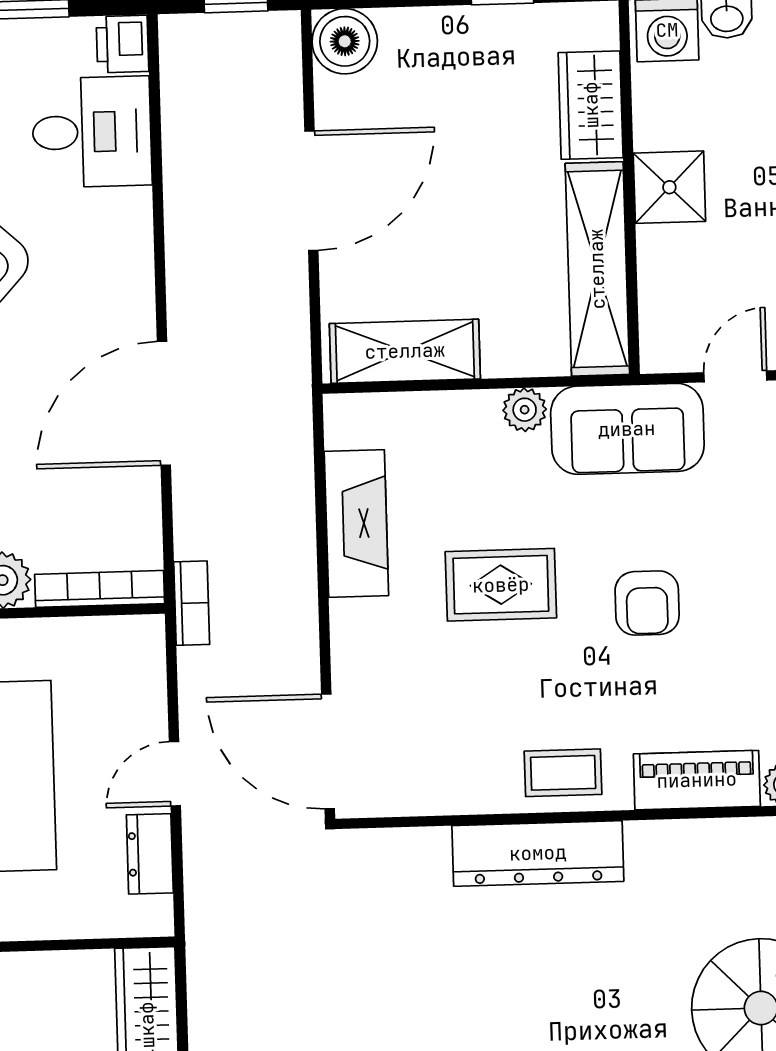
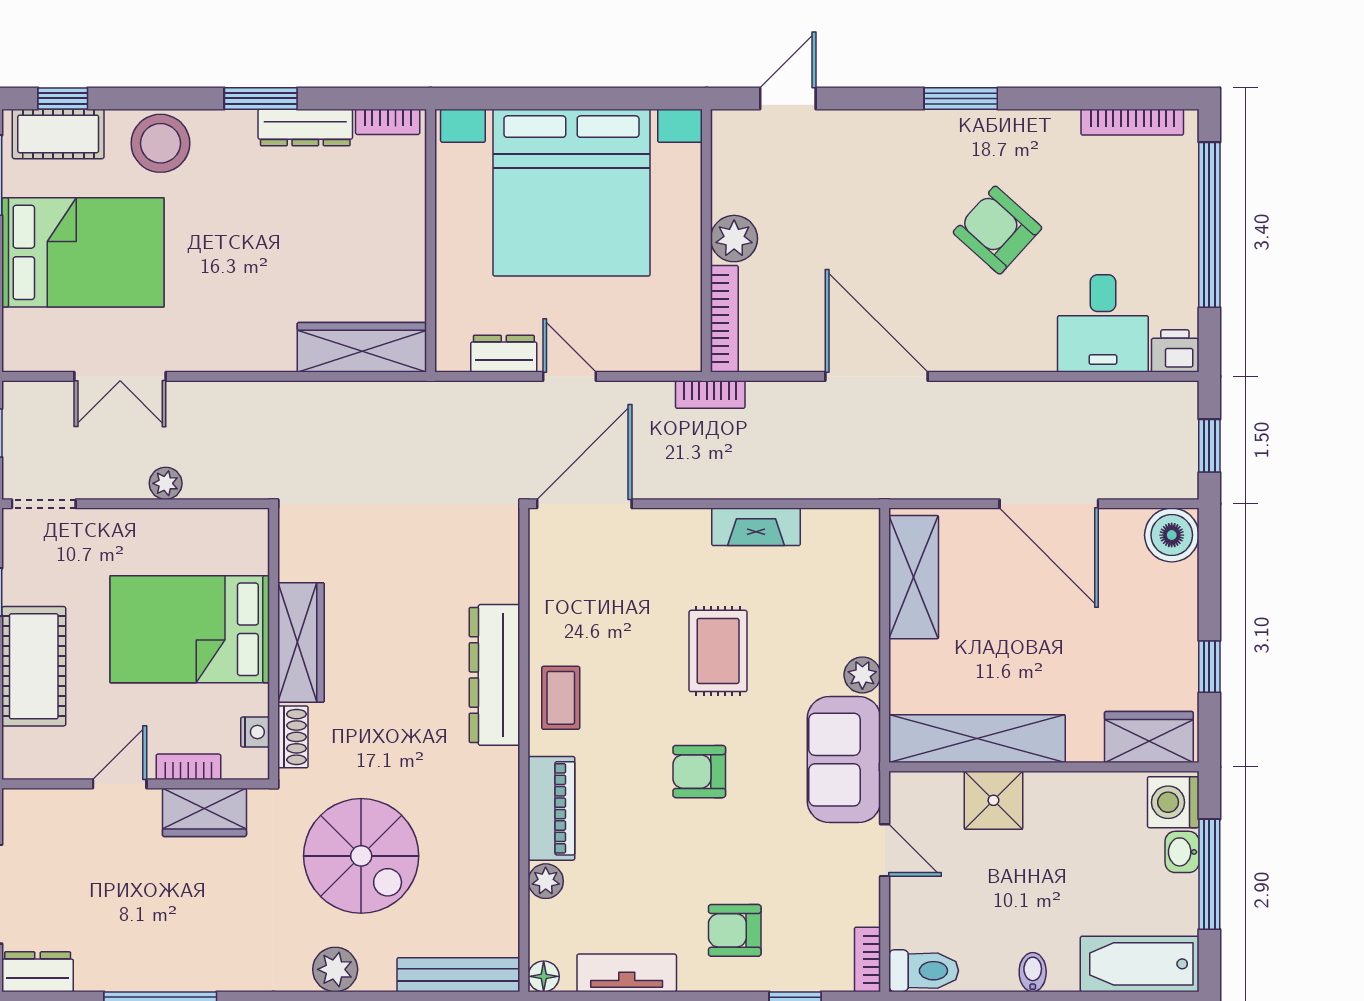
wardrobe: (591, 105) -> (1149, 737), moved
shower: (669, 187) -> (993, 800), moved
fireplace: (356, 523) -> (756, 527), width x0.73, depth x0.76

